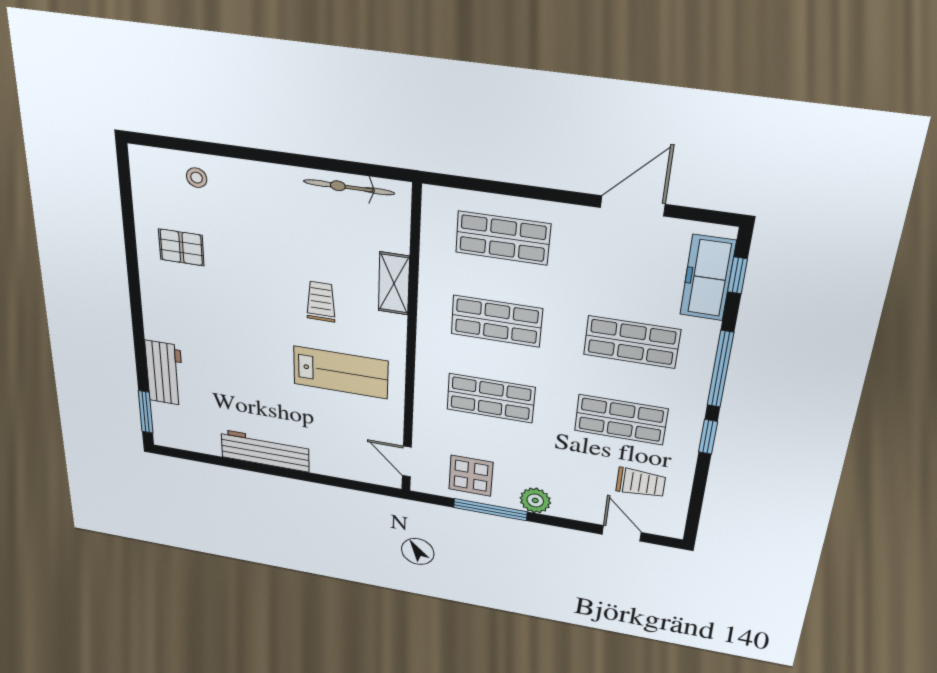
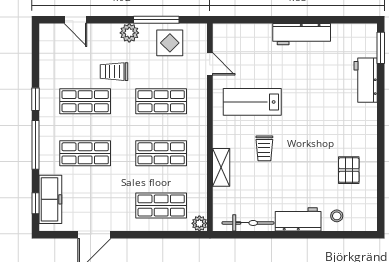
workbench: (262, 181) -> (298, 219), added
plant: (435, 198) -> (199, 223), added
pallet: (181, 247) -> (349, 170), turned 90
door: (407, 461) -> (210, 64), moved
trolley: (641, 483) -> (114, 72), moved

